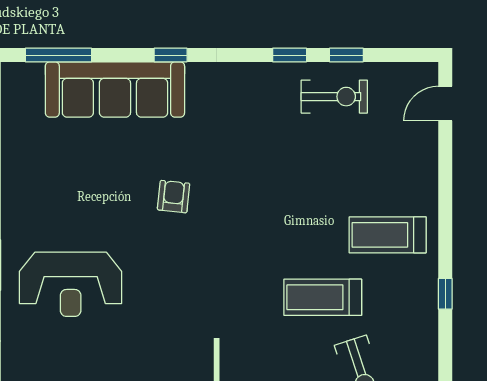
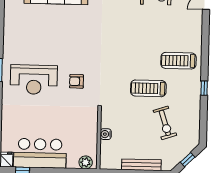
armchair: (174, 197) -> (76, 81), moved, turned -96

